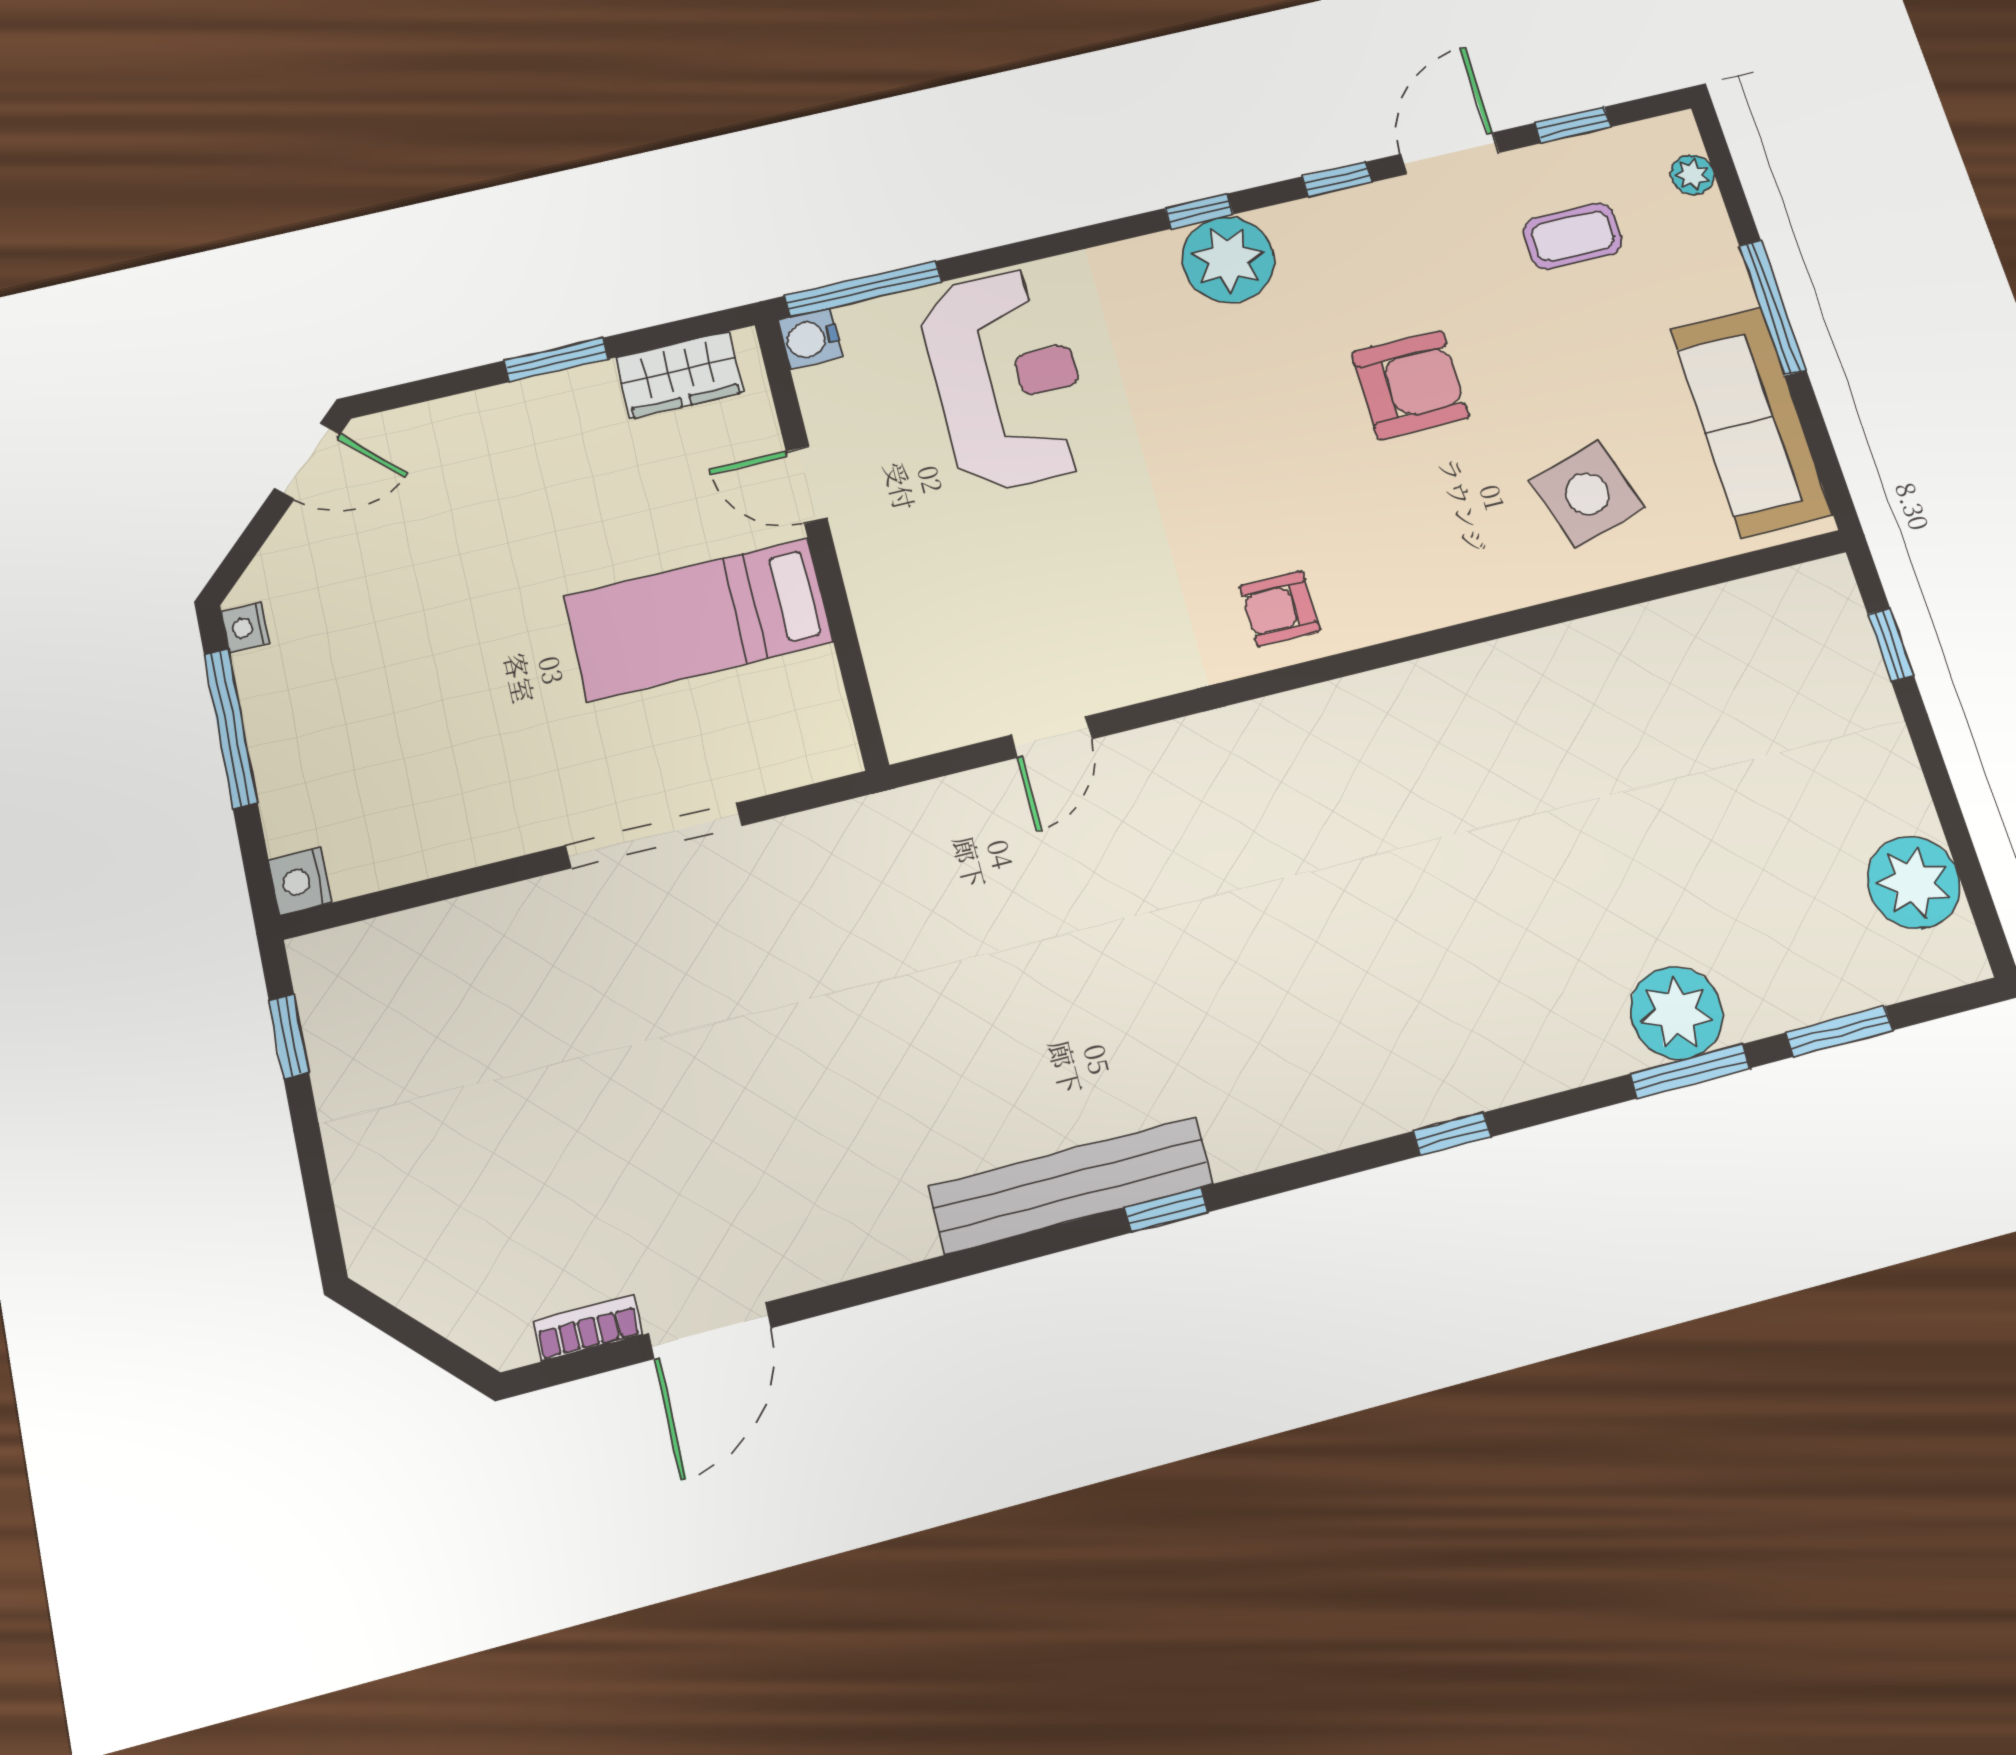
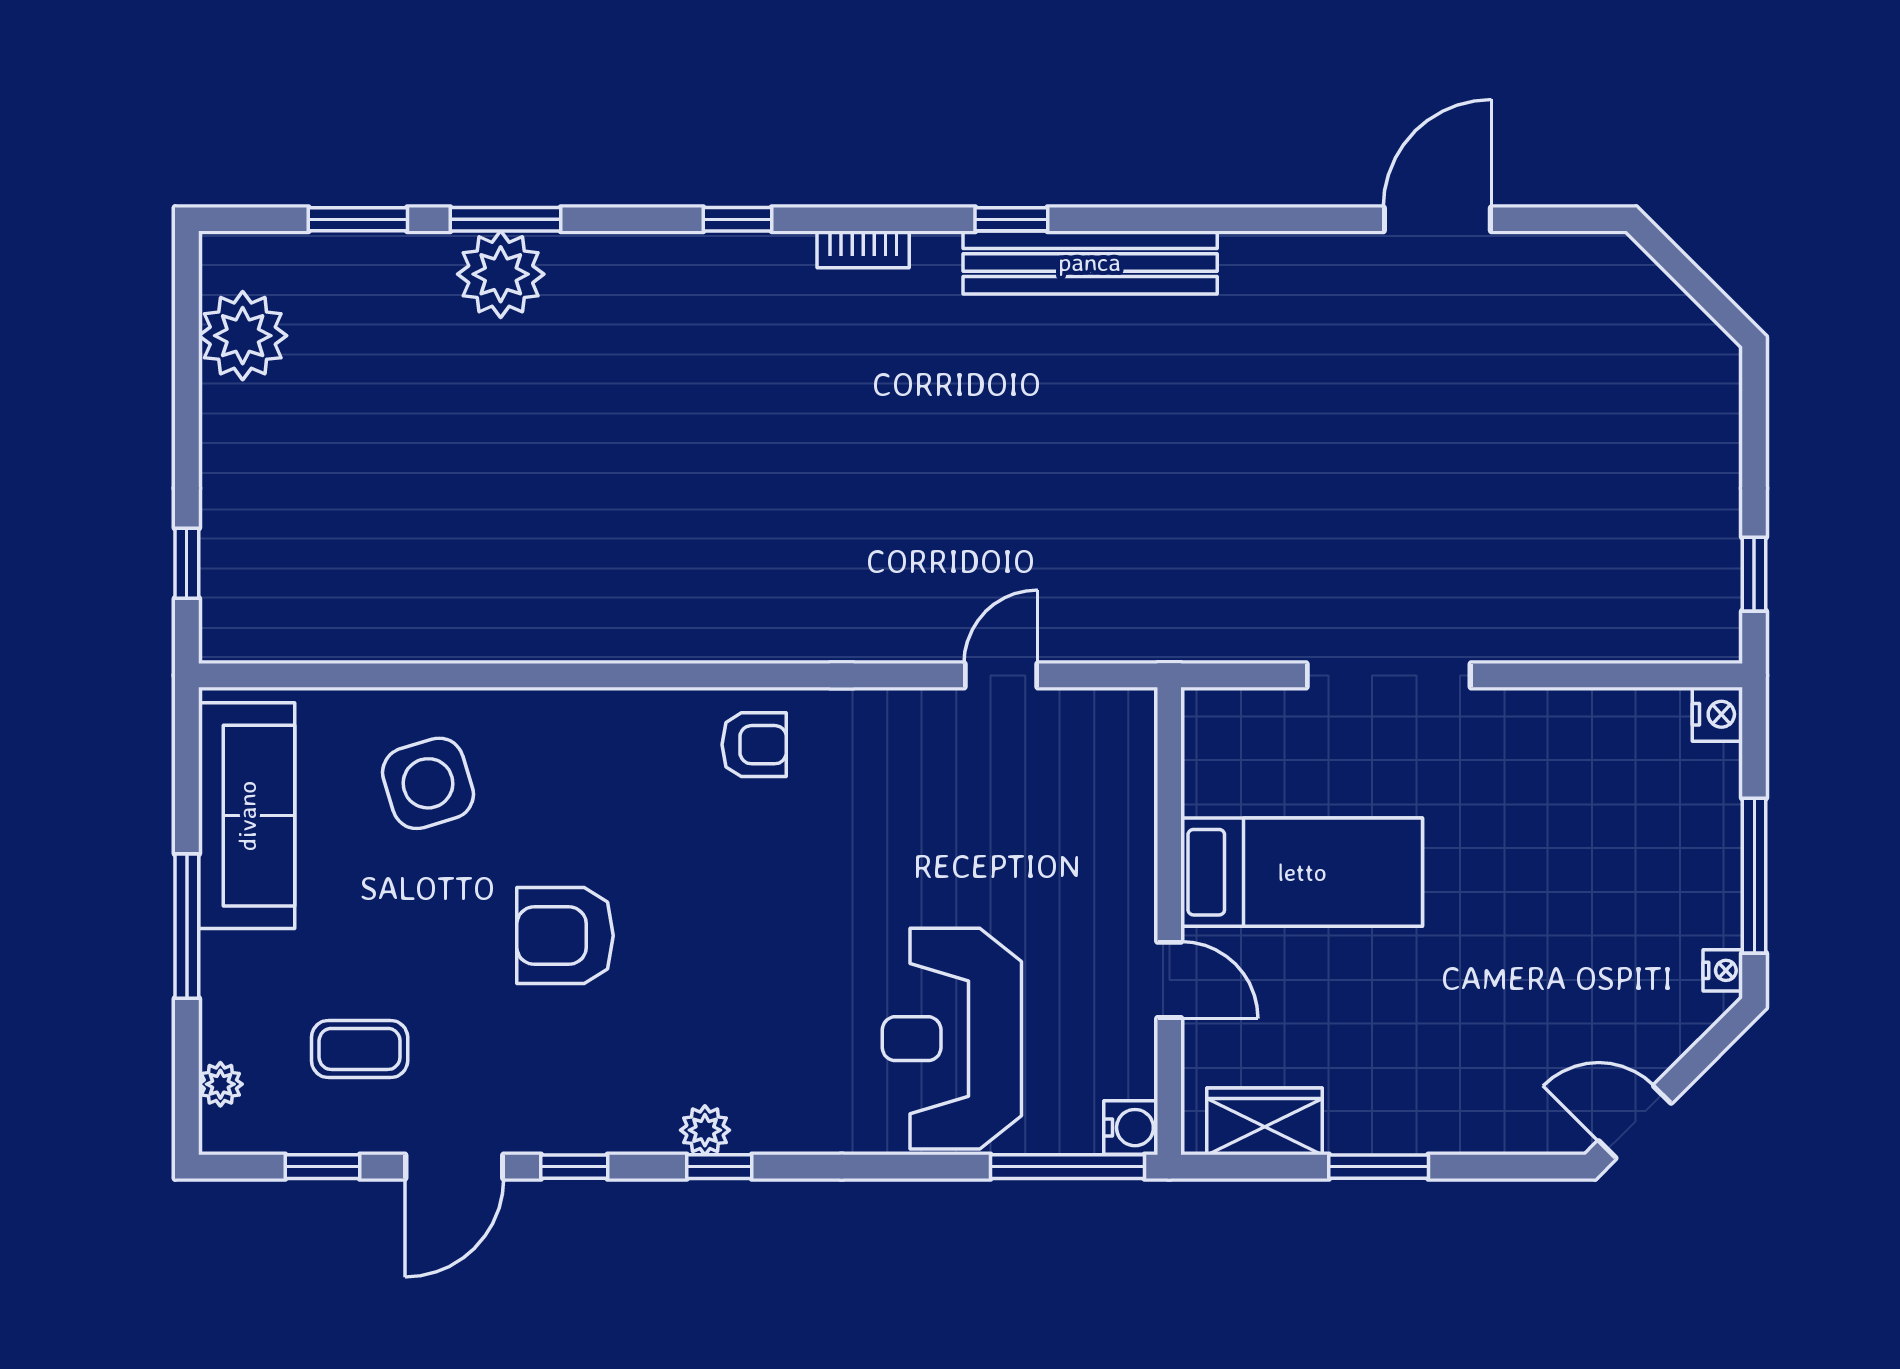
plant: (1228, 260) -> (705, 1130), width x0.53, depth x0.53
bookcase: (588, 1328) -> (863, 249), moved

